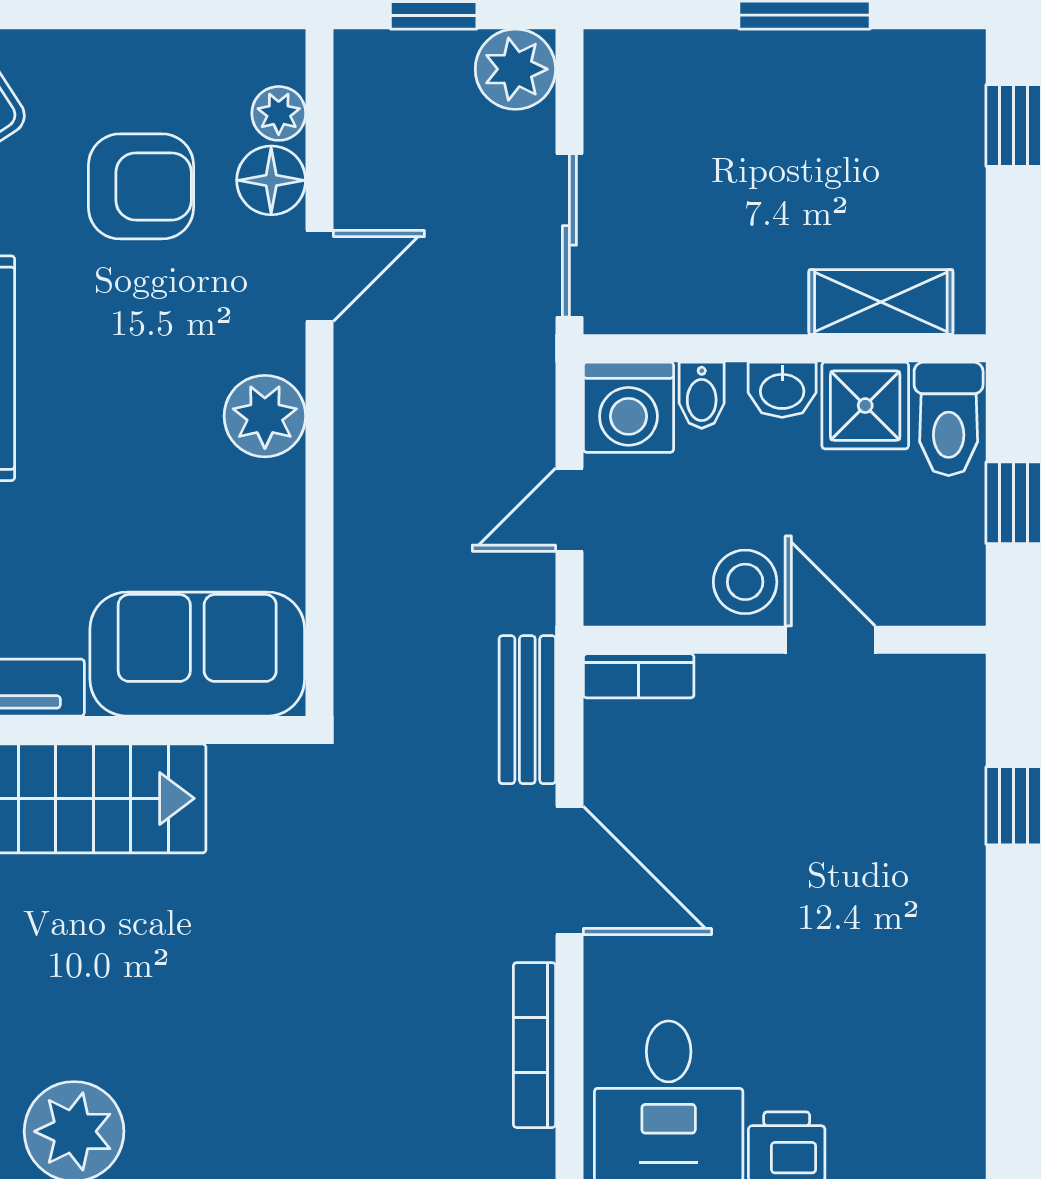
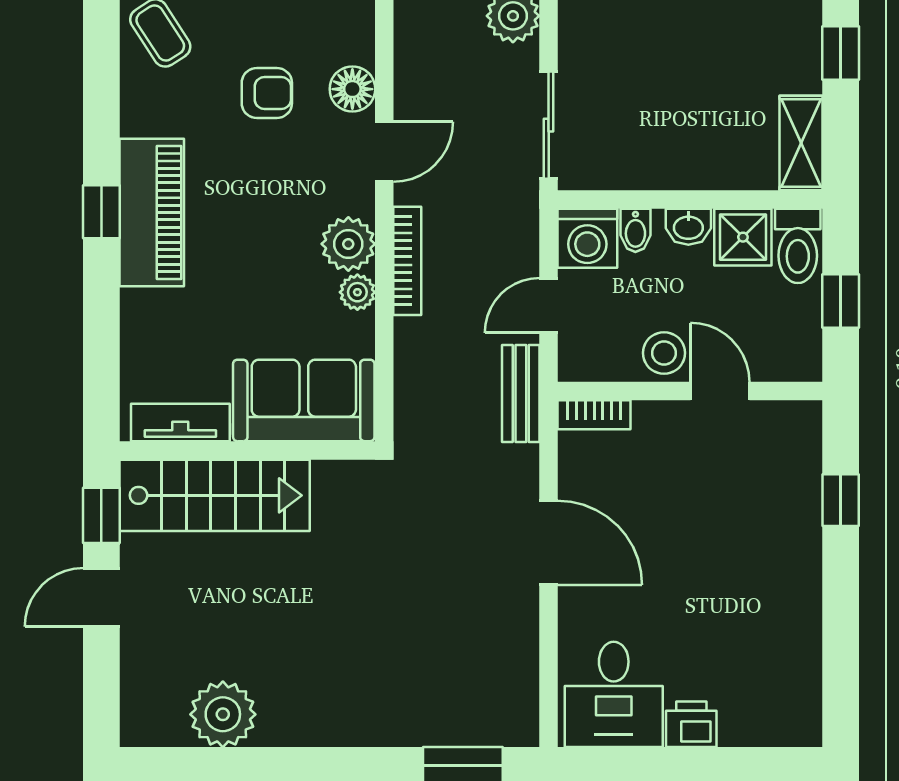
plant: (279, 113) -> (357, 292), moved
armchair: (141, 186) -> (267, 93), width x0.72, depth x0.72
shelving: (881, 302) -> (801, 143), moved, turned 90
bench: (527, 710) -> (521, 394), moved
bookcase: (534, 1045) -> (407, 261), moved, turned 180

